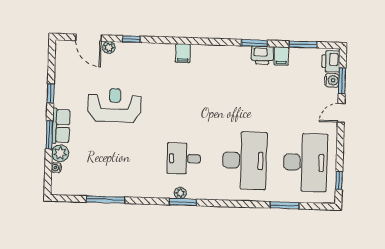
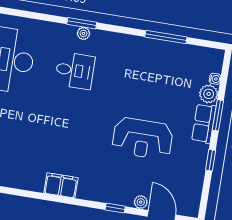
filing cabinet: (183, 53) -> (61, 185), width x2.00

